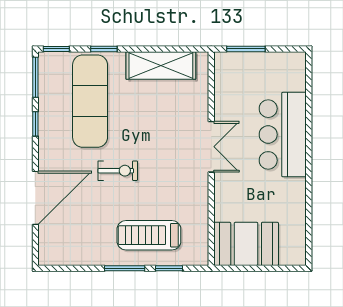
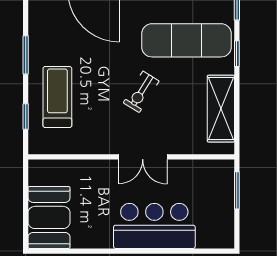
exercise bike: (118, 171) -> (141, 92), moved, turned 32
booth: (246, 244) -> (49, 217), moved
window: (125, 268) -> (26, 55), moved

